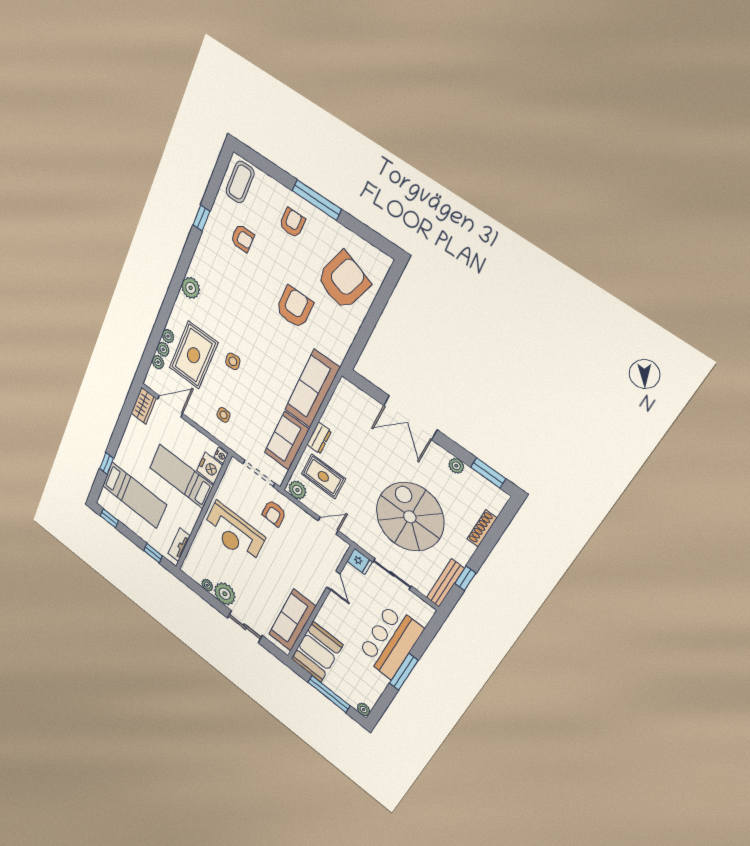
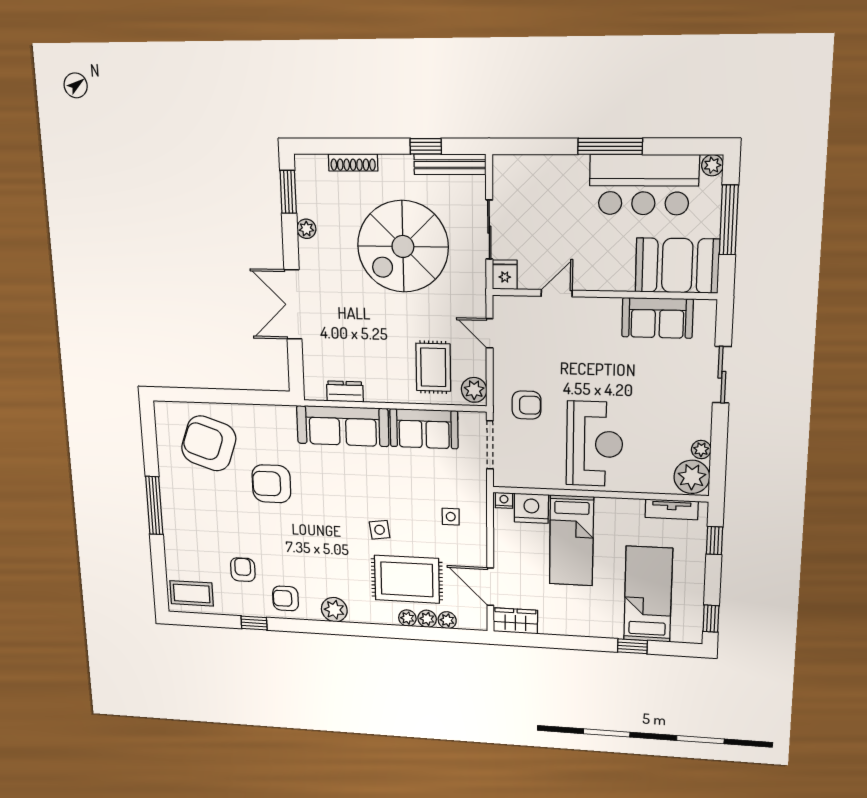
armchair: (292, 223) -> (286, 598), moved
double door: (410, 418) -> (293, 305), swing flipped
dresser: (319, 438) -> (345, 391), moved
plant: (225, 594) -> (692, 477), moved
sofa: (292, 620) -> (657, 318), width x0.73
bar counter: (390, 642) -> (644, 185), moved

